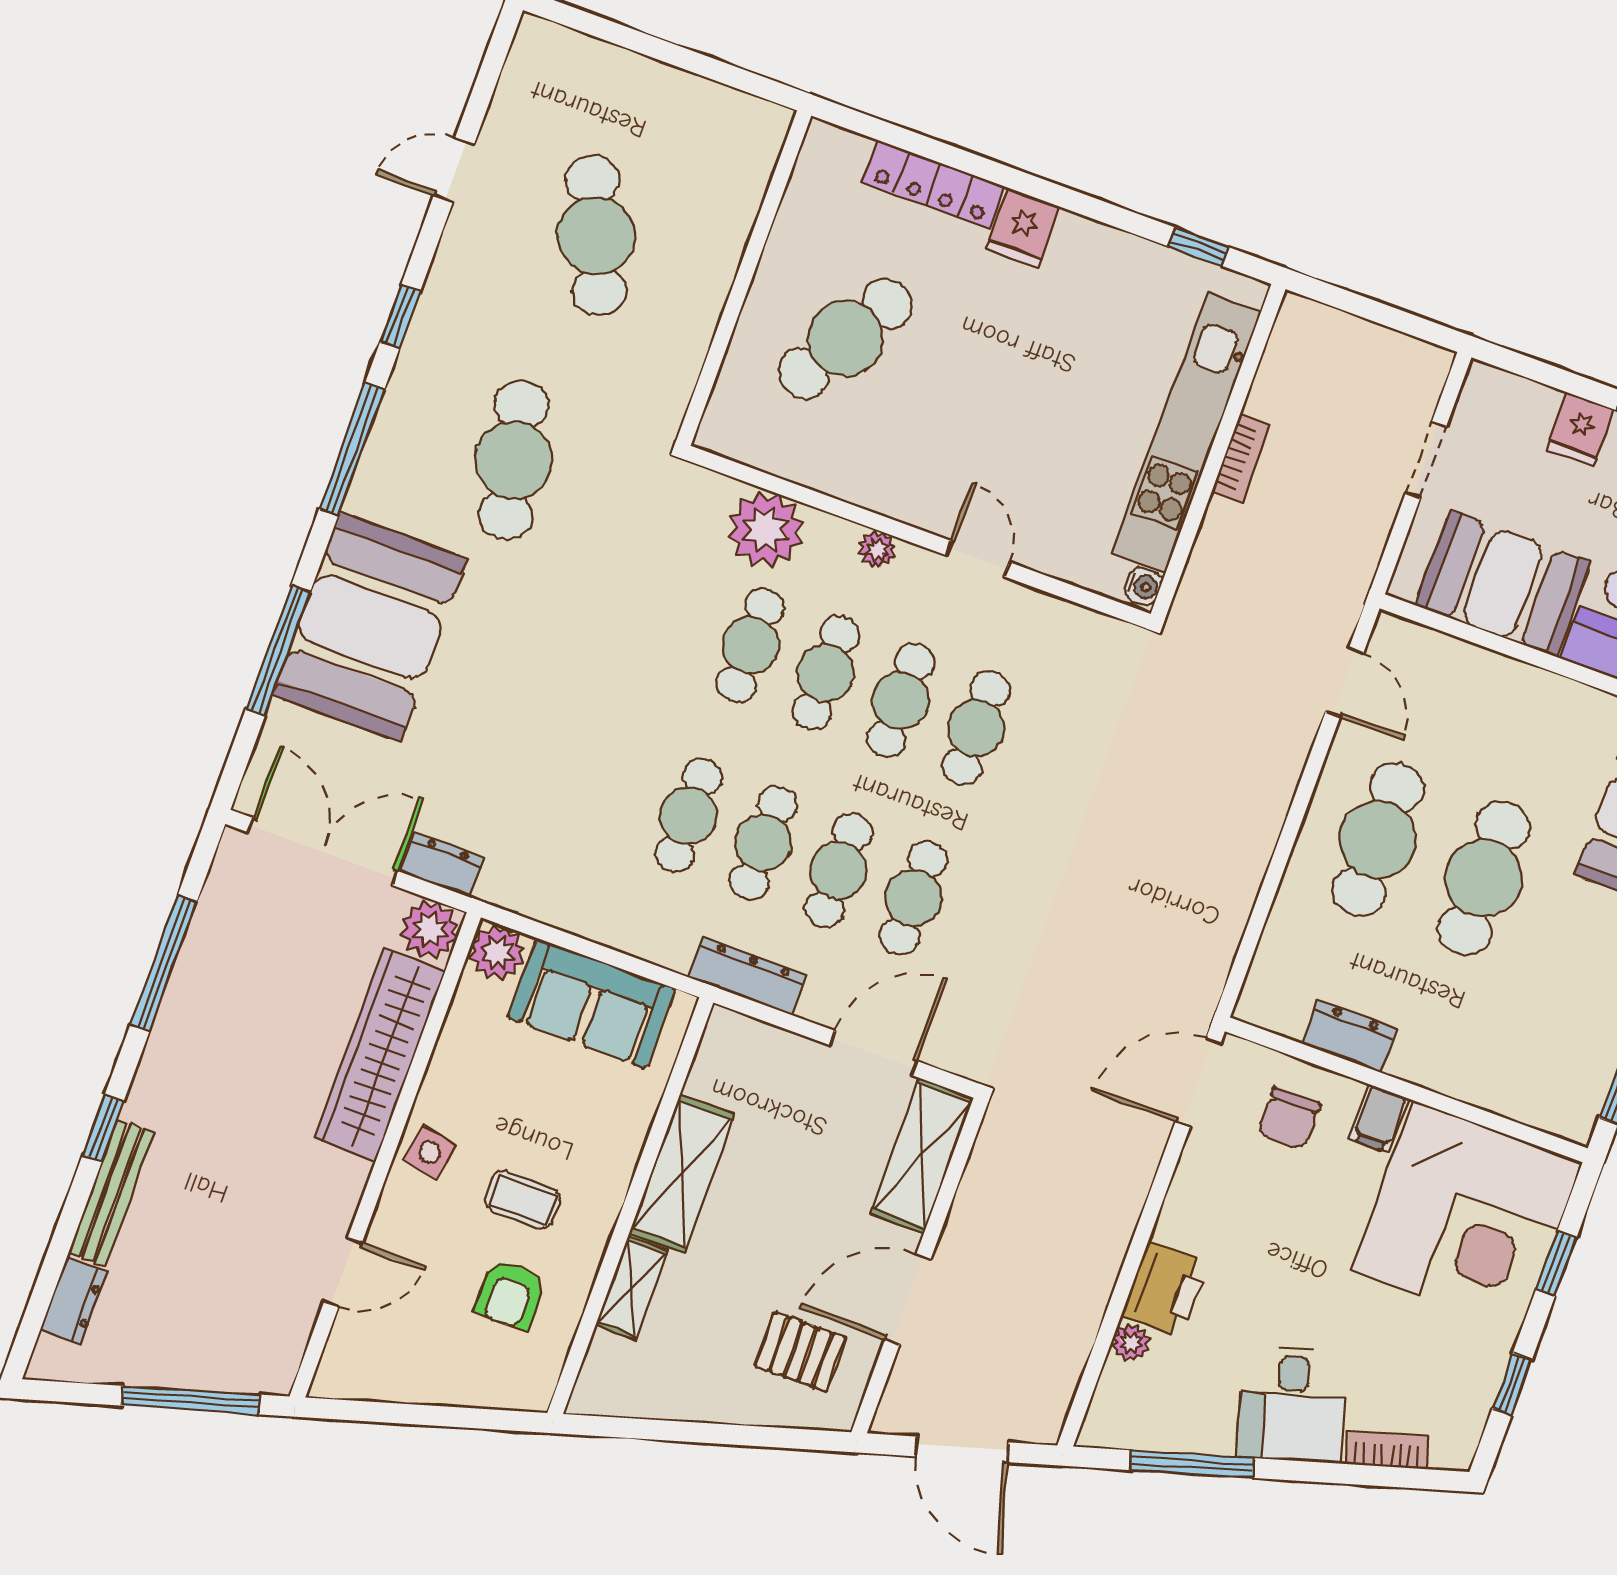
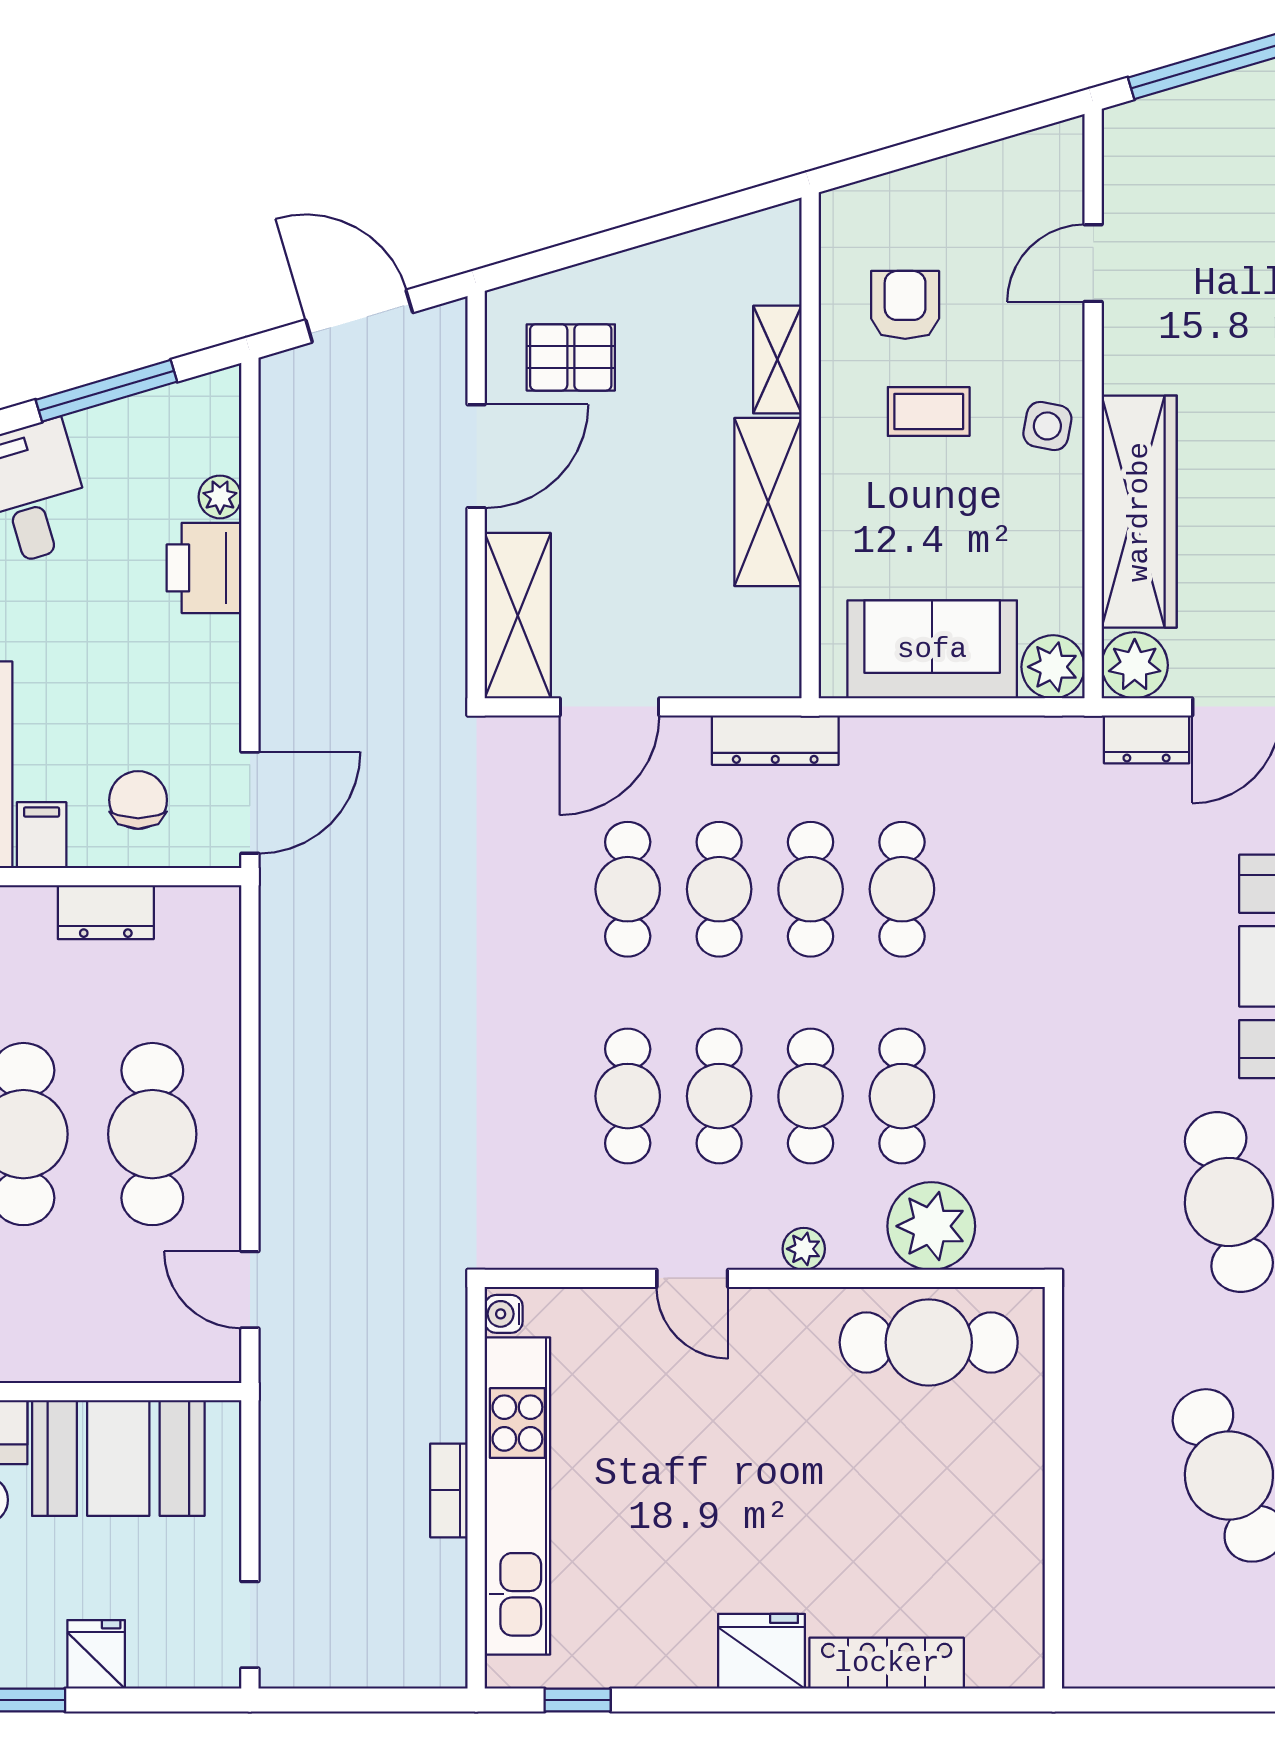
fridge: (1023, 228) -> (762, 1651), width x1.38
cafe table: (845, 339) -> (929, 1342), moved, turned 60
doorway: (1426, 460) -> (250, 1625), moved

